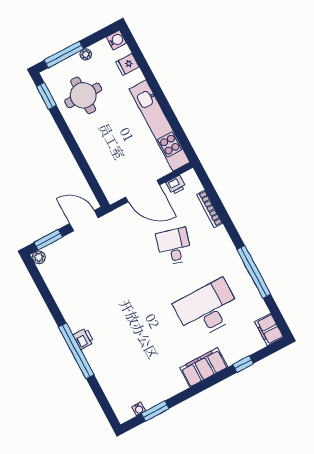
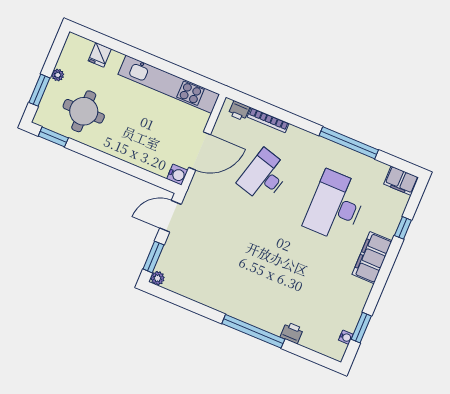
water cooler: (116, 40) -> (177, 175), moved, turned 90
window: (64, 55) -> (39, 90), width x0.69
printer: (176, 185) -> (239, 111), moved, turned 90
desk: (174, 246) -> (264, 176), width x1.37
printer: (84, 339) -> (292, 333), moved

